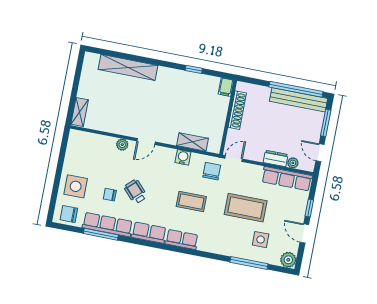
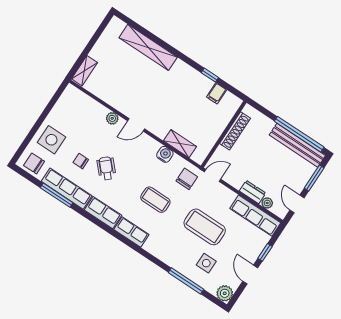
filing cabinet: (226, 87) -> (217, 93), moved

